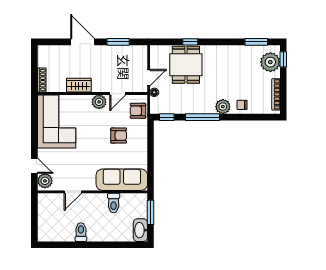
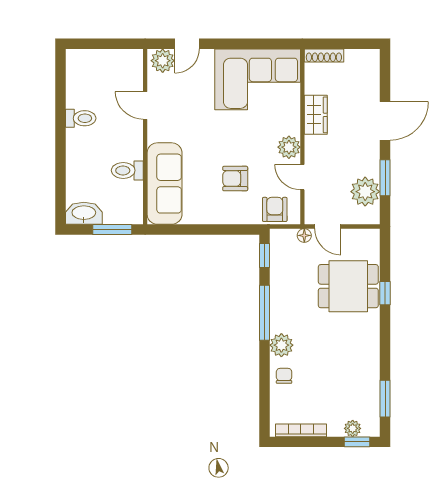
plant: (127, 54) -> (365, 192), added
plant: (270, 62) -> (353, 428), width x0.53, depth x0.53
armchair: (119, 136) -> (235, 179), turned 90

